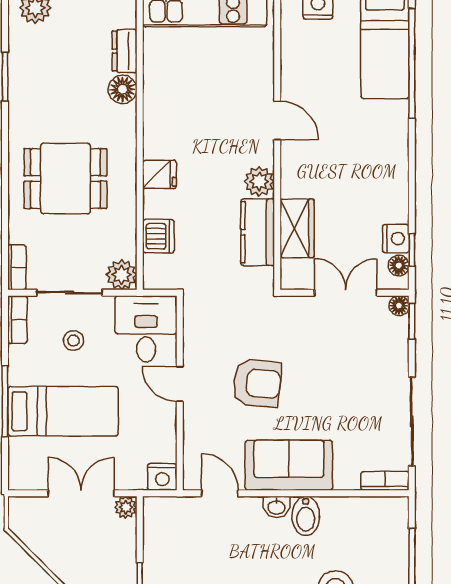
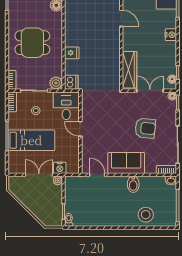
fridge: (159, 174) -> (72, 53), moved
plant: (259, 182) -> (114, 44), removed
wardrobe: (297, 228) -> (130, 70), width x1.50
kitchen counter: (258, 232) -> (113, 65), removed
dishwasher: (158, 236) -> (71, 82), moved
nightstand: (396, 239) -> (171, 35), moved
armchair: (257, 383) -> (145, 128), moved
nightstand: (162, 477) -> (60, 168), moved
washbasin: (276, 507) -> (171, 180), moved

